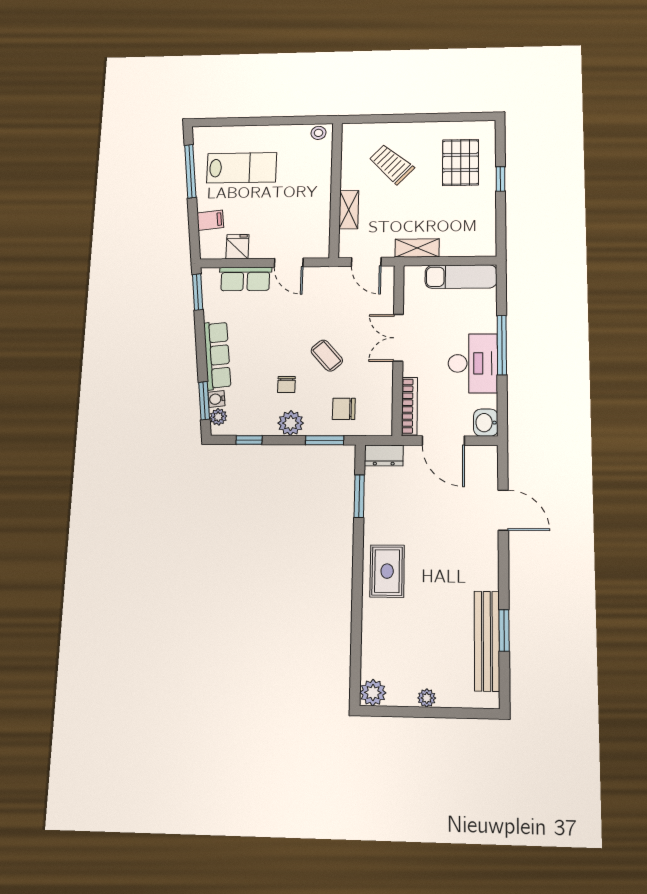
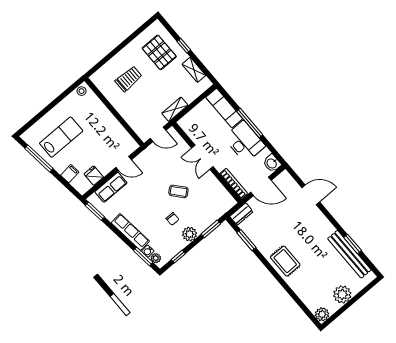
trolley: (391, 164) -> (129, 79), turned 137
shelving: (349, 210) -> (194, 70), moved
exam couch: (461, 277) -> (224, 108), moved, turned 90
chair: (344, 409) -> (207, 209), removed
plant: (427, 698) -> (342, 294), width x1.87, depth x1.87

